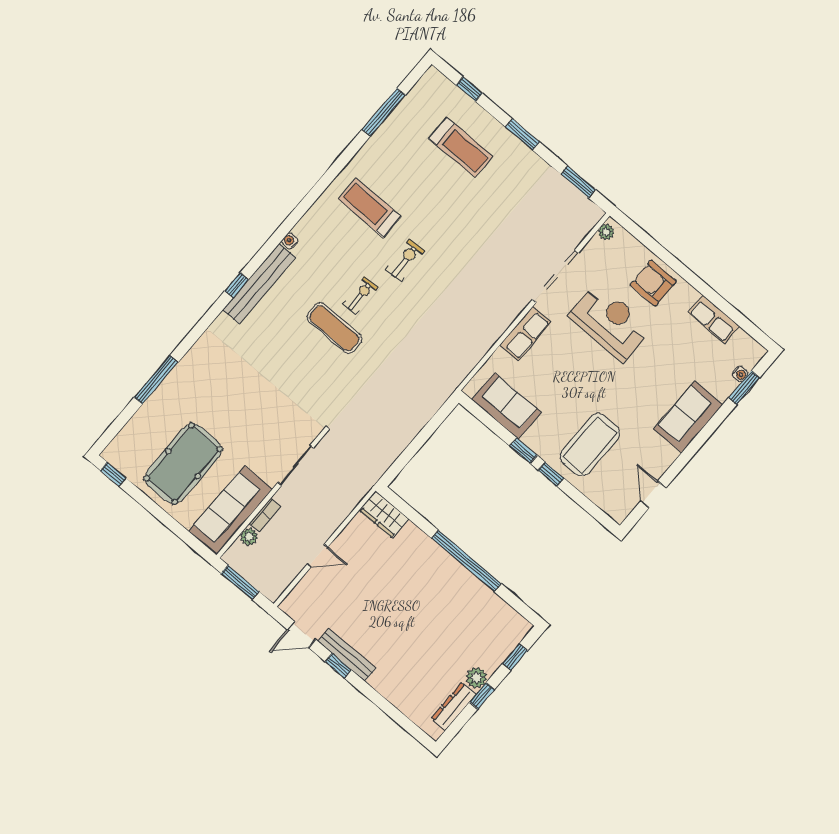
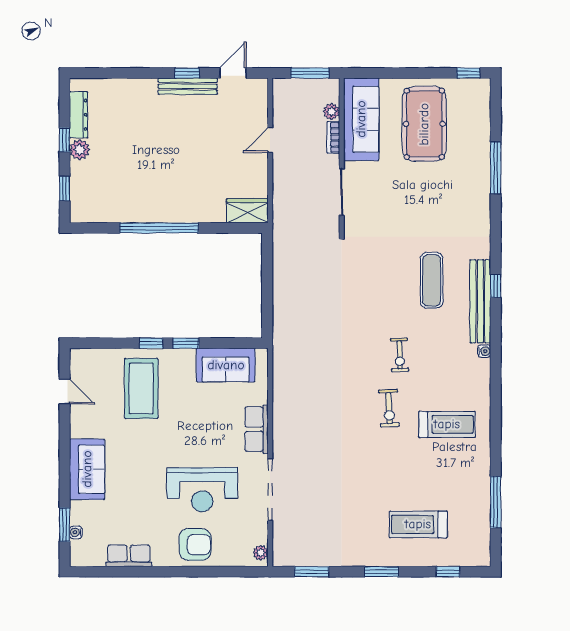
exercise mat: (334, 328) -> (432, 280), moved, turned 90

